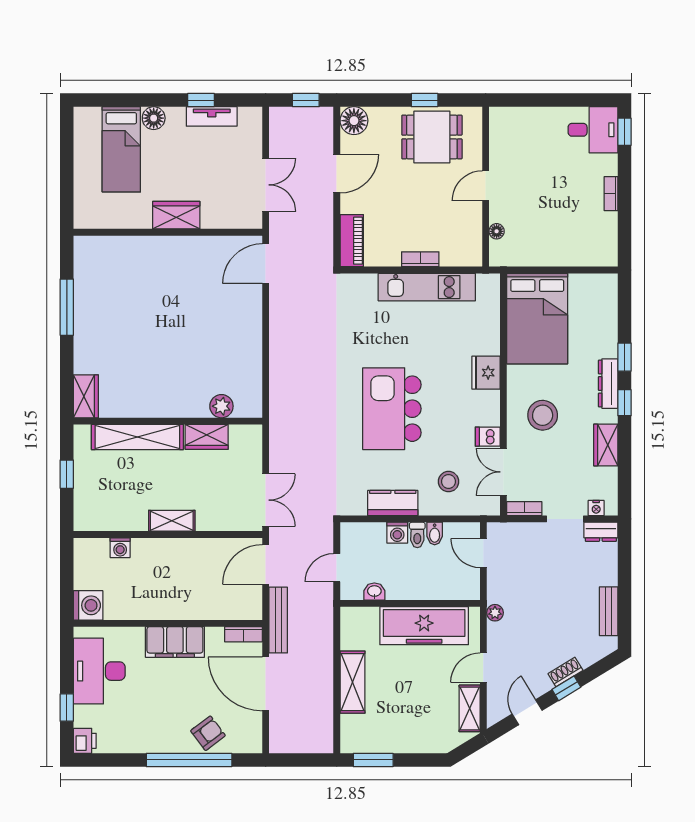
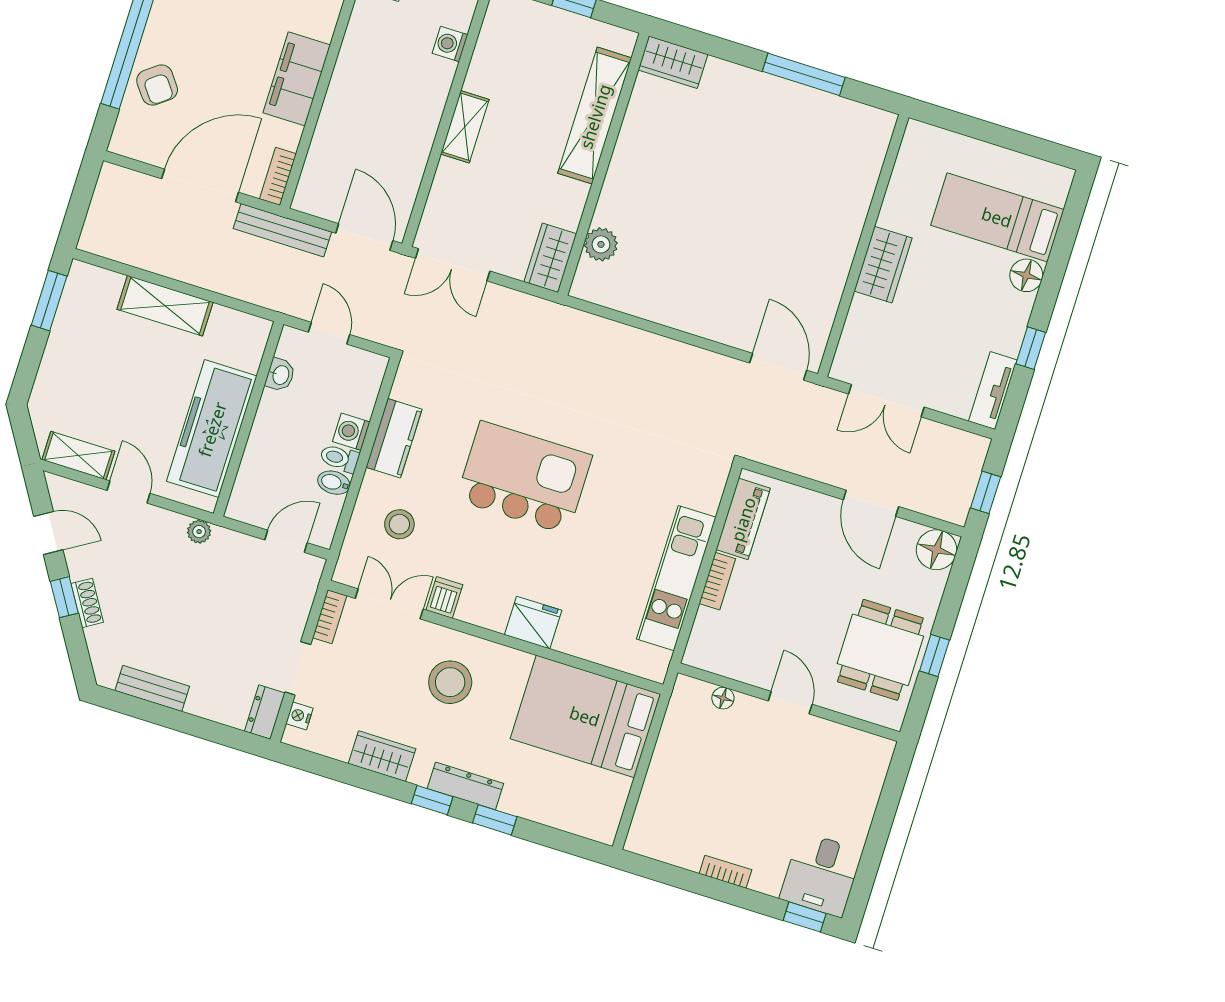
tv unit: (212, 116) -> (993, 391), moved
piano: (352, 241) -> (743, 519), moved, turned -90
wardrobe: (207, 437) -> (550, 258), moved

